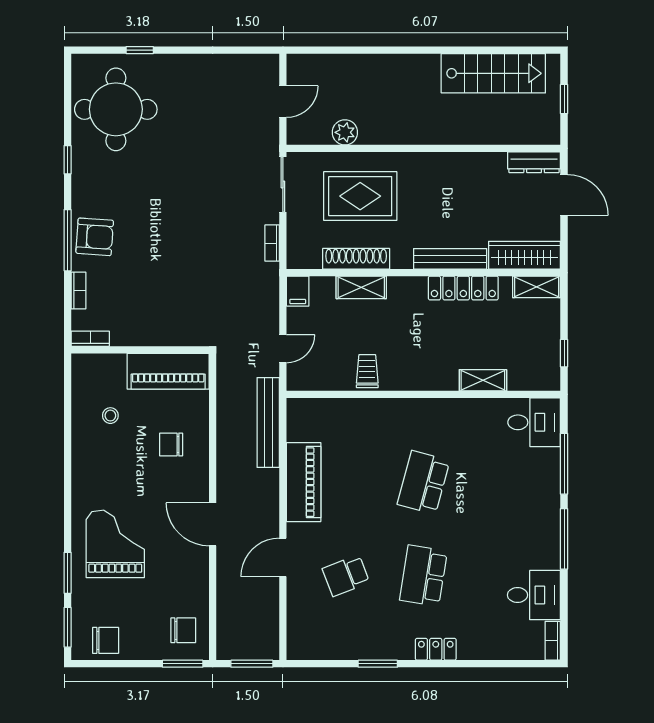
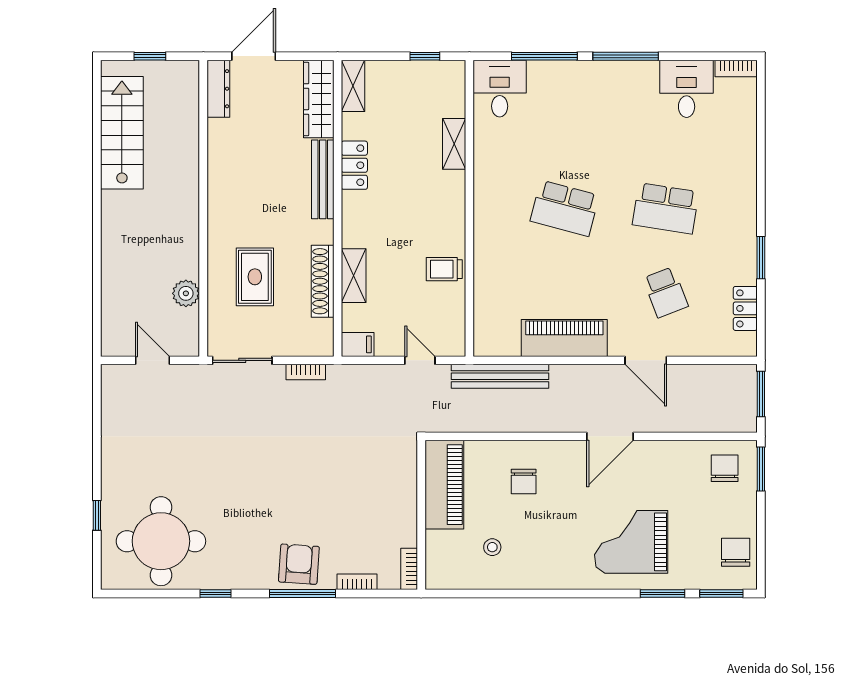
rug: (360, 196) -> (255, 277), width x0.73, depth x0.70
locker: (463, 288) -> (354, 165), width x0.66
locker: (436, 649) -> (745, 308), moved

